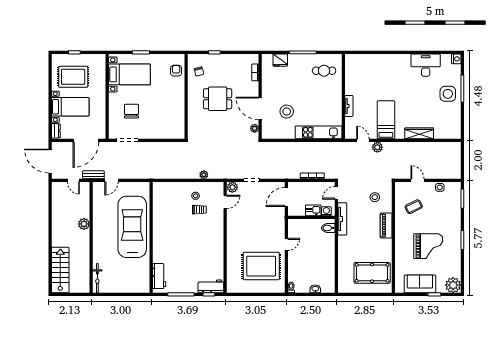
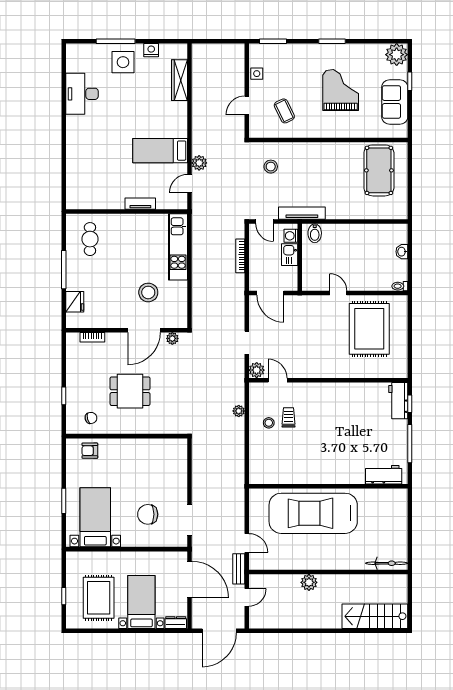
nightstand: (456, 59) -> (151, 50), moved
dining table: (218, 99) -> (130, 391), turned 90
wardrobe: (419, 133) -> (179, 80), moved
piano: (386, 225) -> (311, 150), removed

